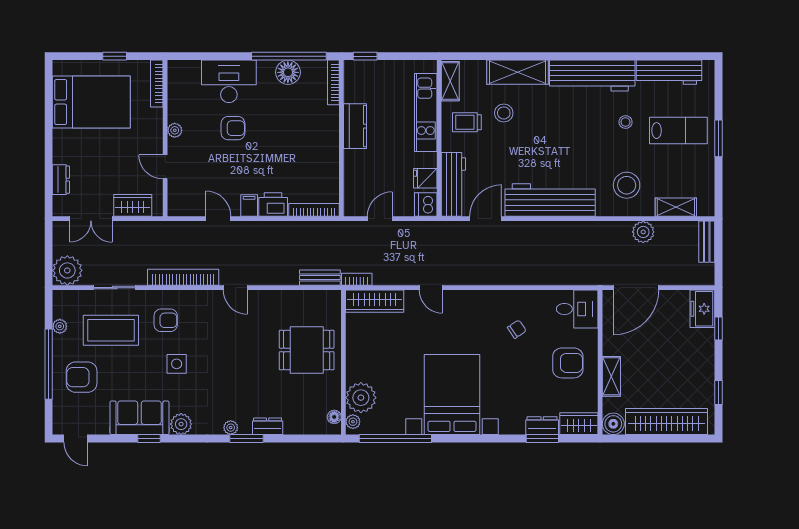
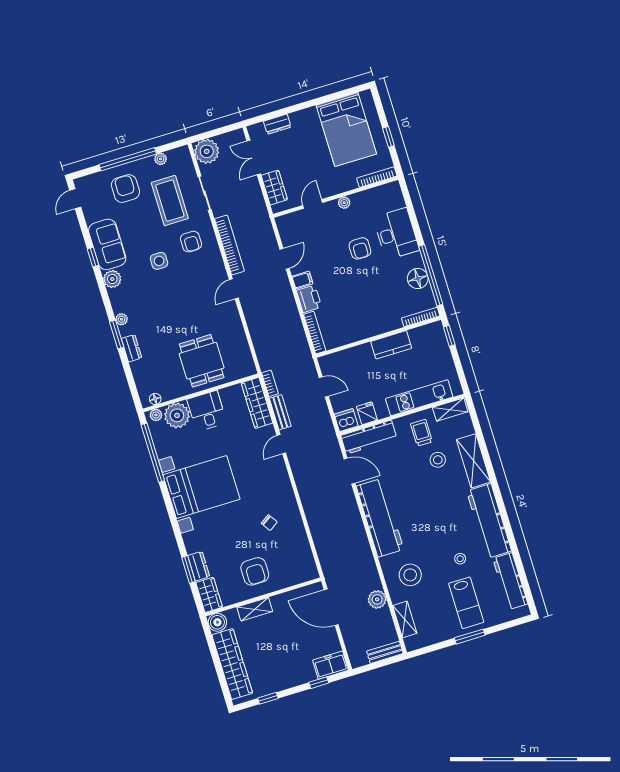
bench: (320, 278) -> (280, 412), moved
desk: (577, 309) -> (207, 411), moved, turned 180

